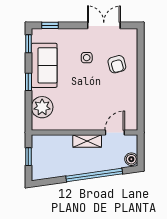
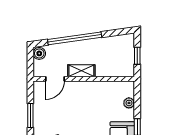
window: (141, 94) -> (30, 116), added
plant: (42, 107) -> (129, 103), width x0.53, depth x0.53

